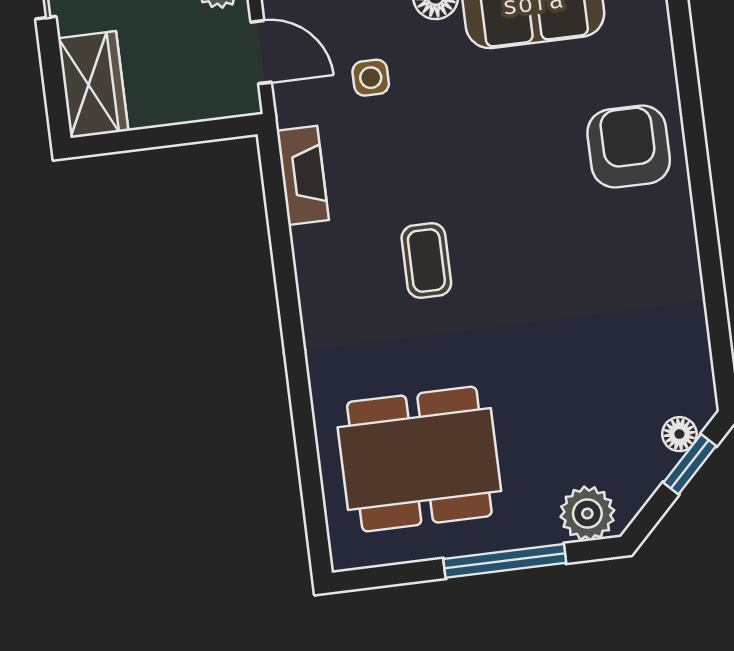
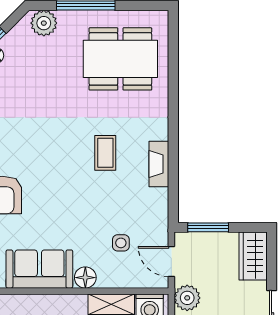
window: (194, 132) -> (208, 227), added
fireplace: (303, 175) -> (159, 164), moved

